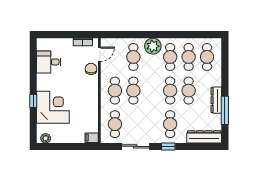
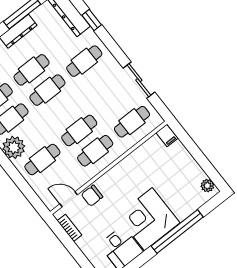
window: (33, 101) -> (177, 231), width x3.17
corner desk: (53, 107) -> (148, 219), moved
window: (168, 146) -> (92, 20), moved

